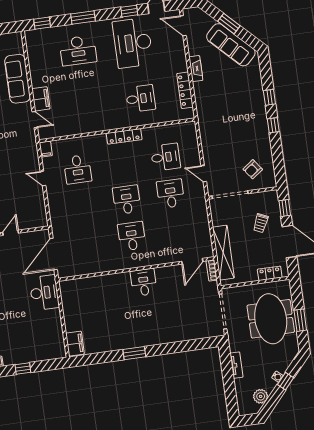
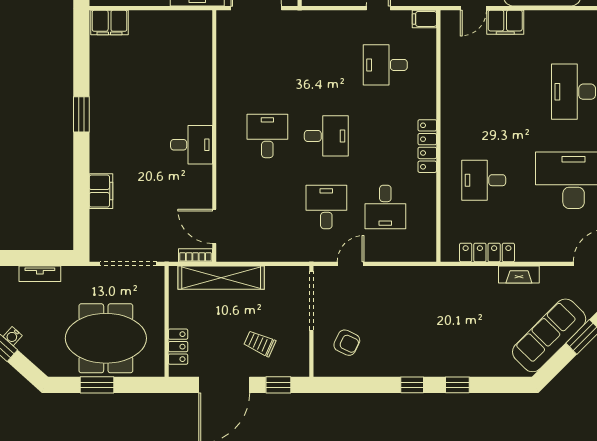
desk: (141, 99) -> (484, 180), turned 90
armchair: (253, 169) -> (347, 343), turned 151
desk: (171, 194) -> (326, 207), turned -90
desk: (132, 236) -> (267, 136), turned -90
filing cabinet: (180, 334) -> (101, 191), added

